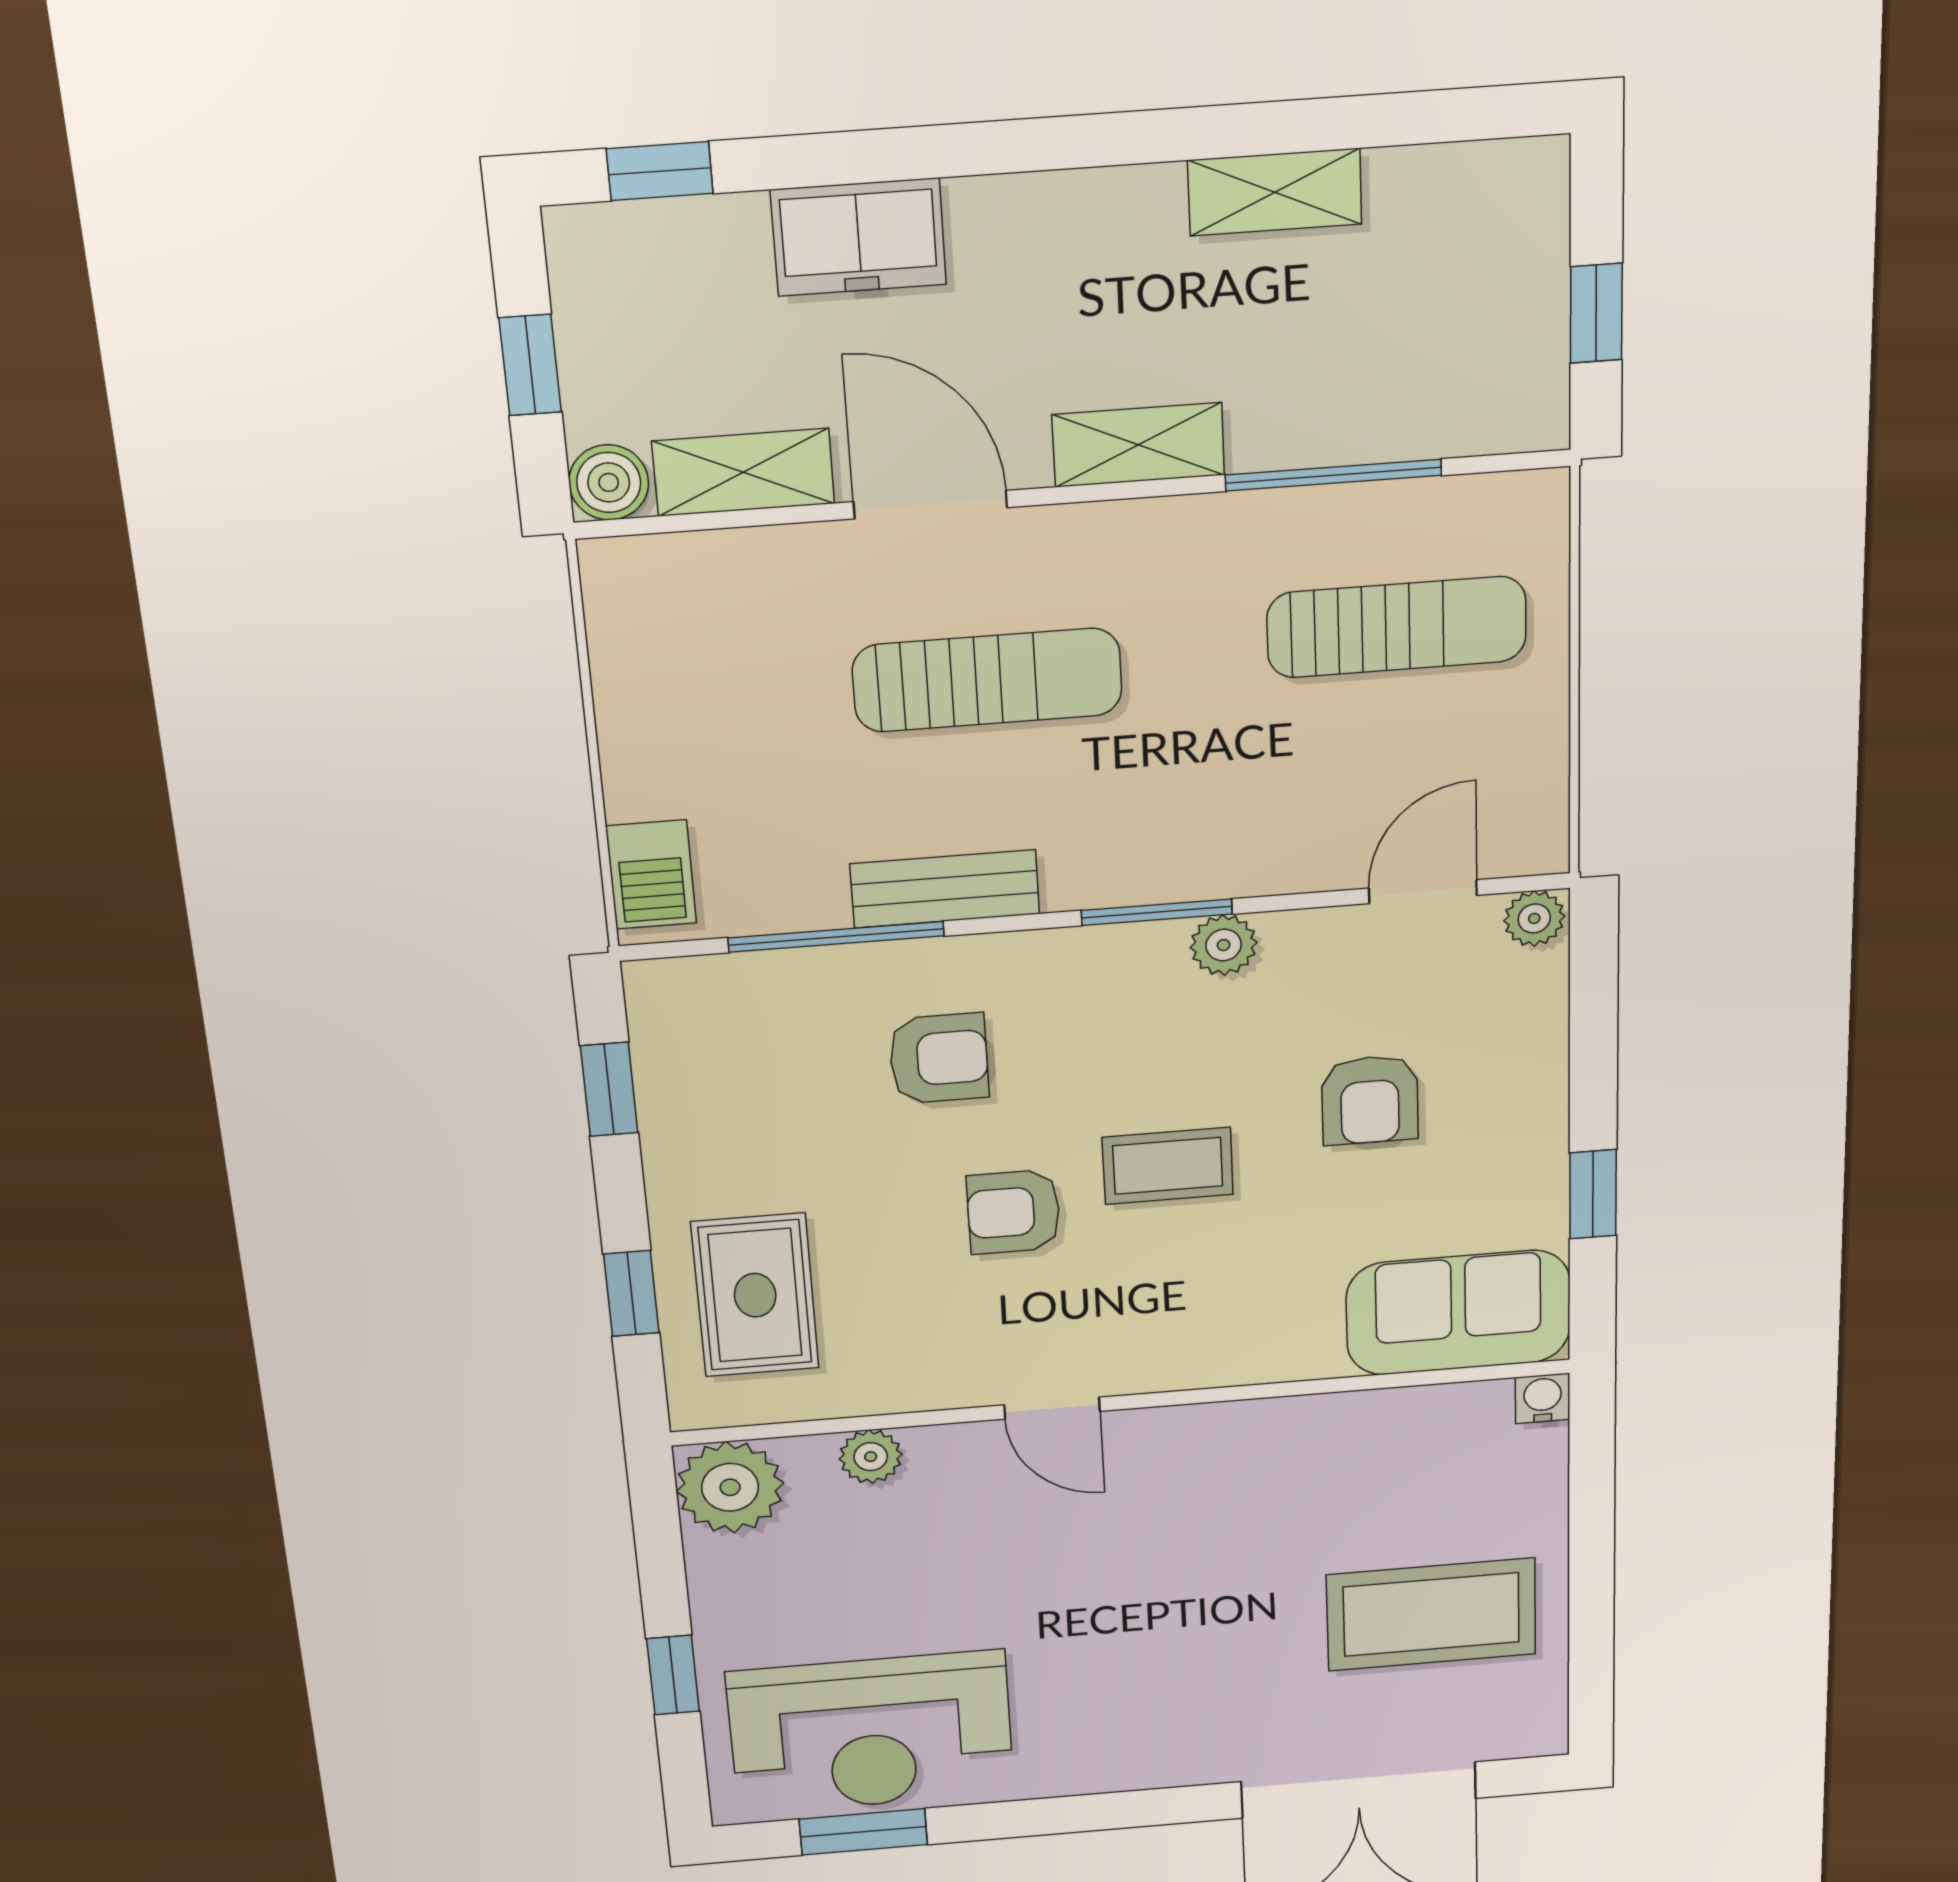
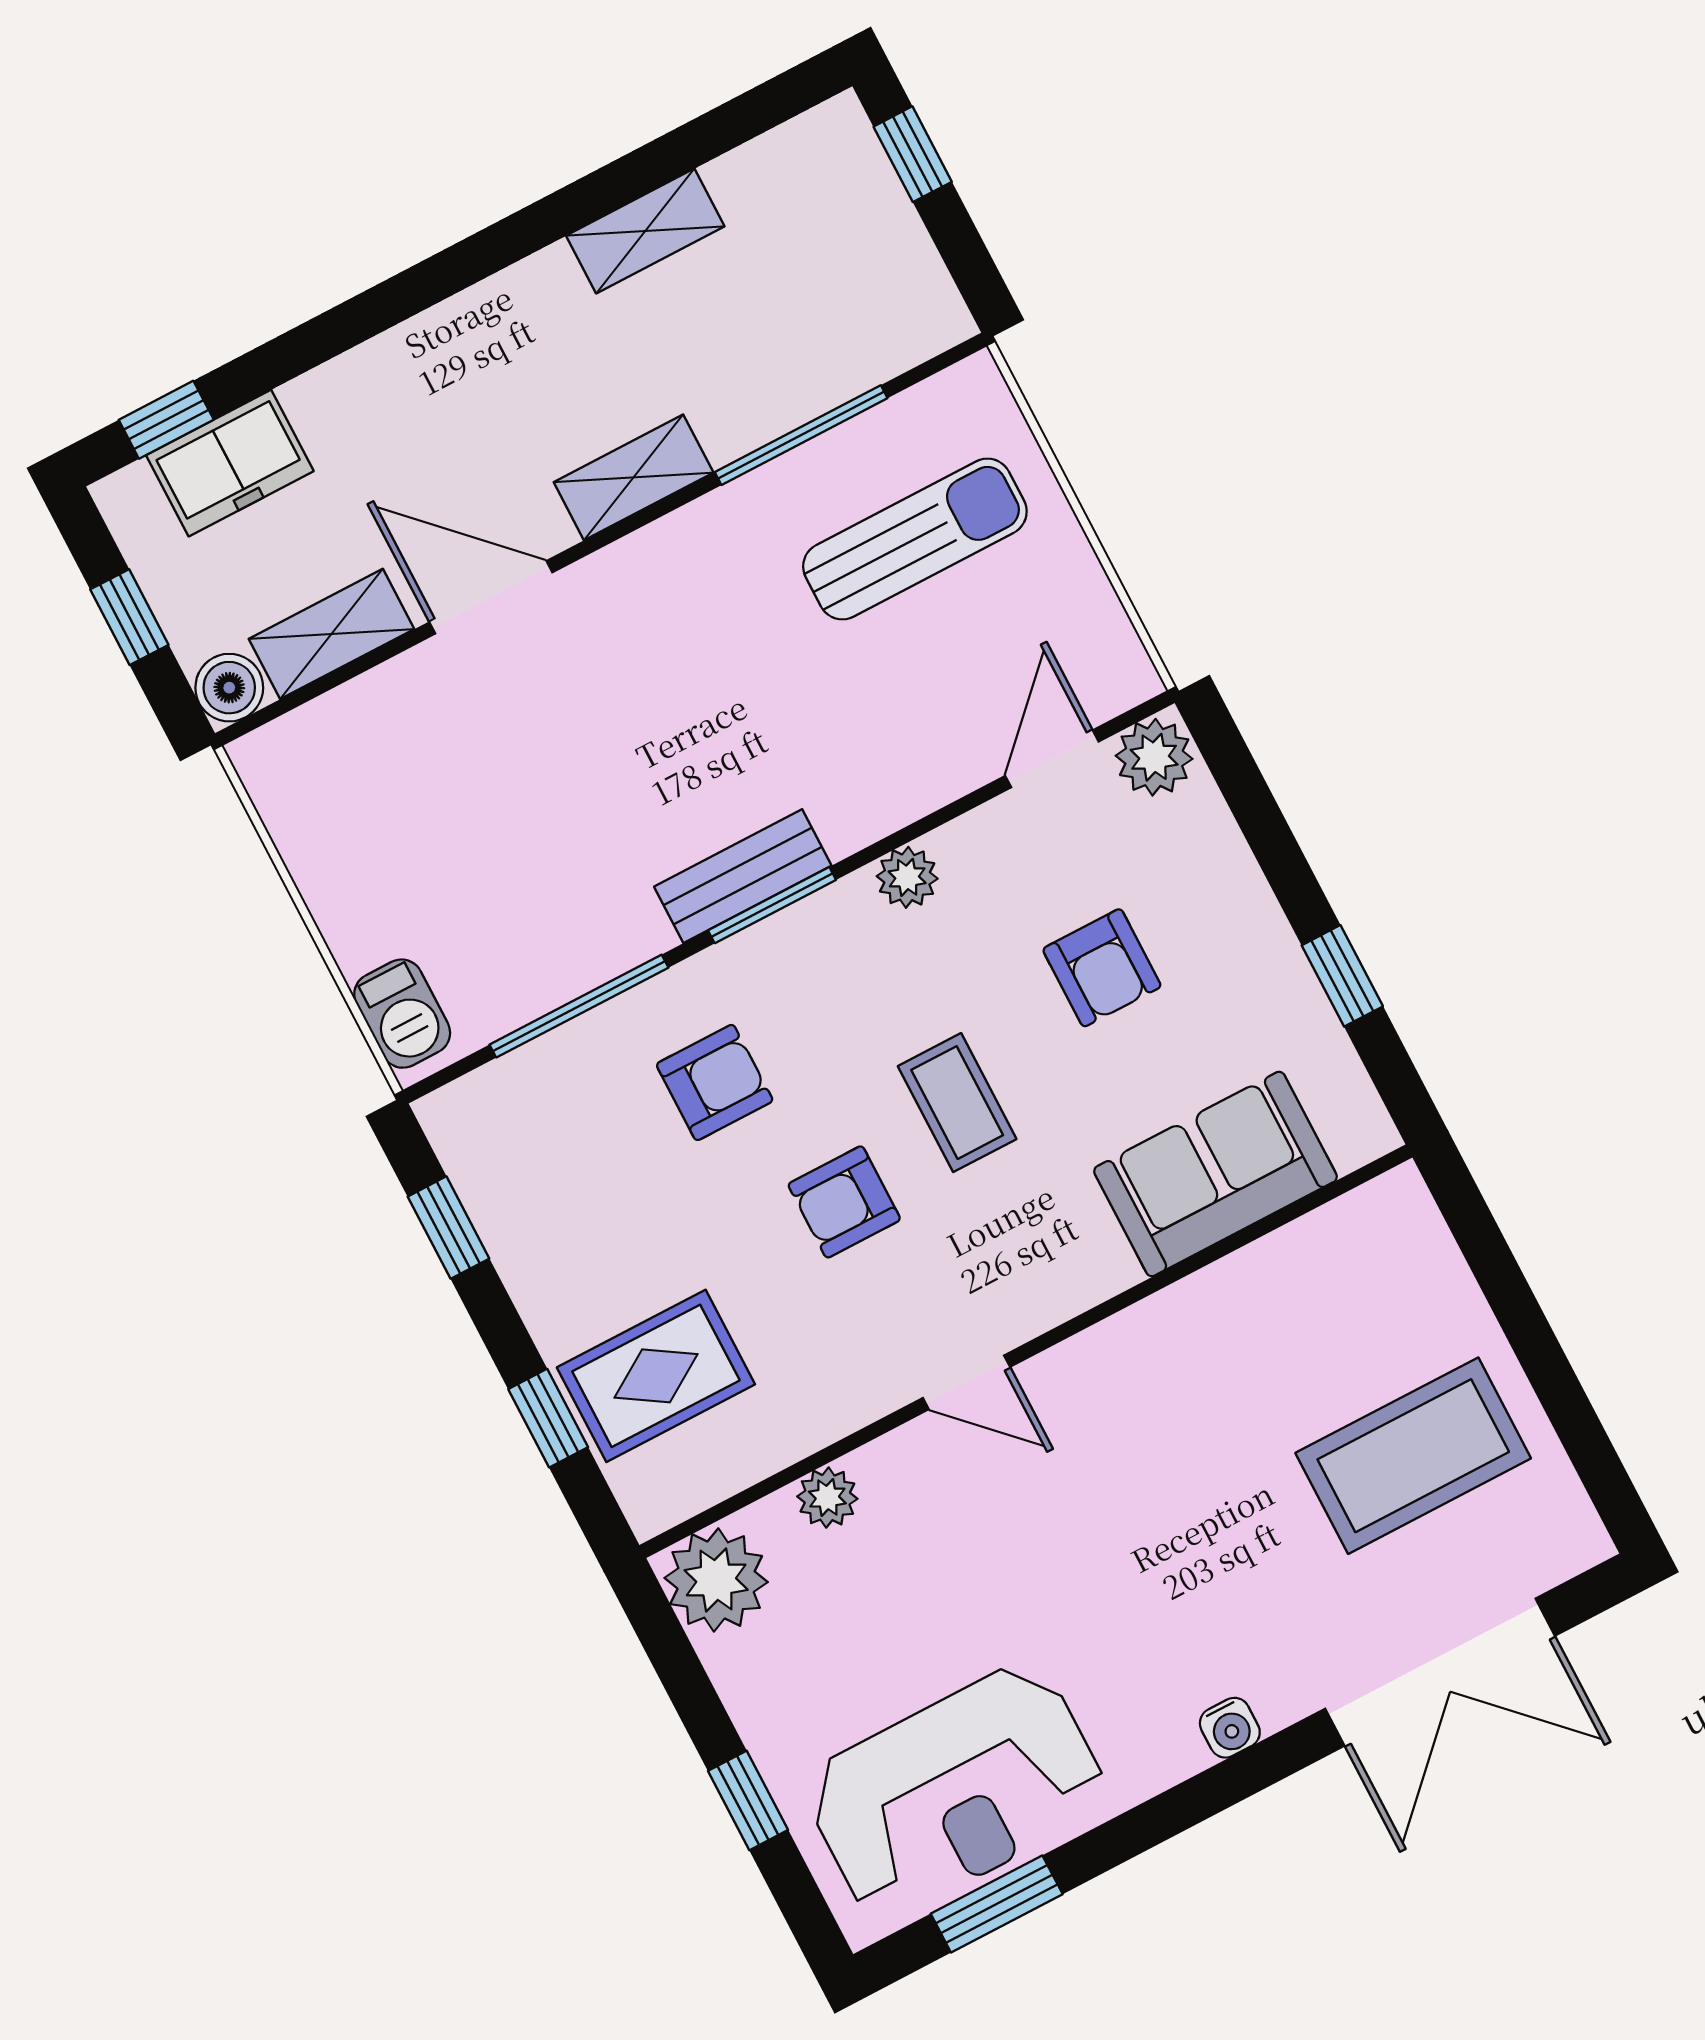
freezer: (859, 237) -> (230, 463), moved
window: (1596, 313) -> (913, 154), moved
sun lounger: (987, 680) -> (603, 726), removed
bench: (945, 889) -> (743, 876), moved
window: (1157, 912) -> (772, 905), moved
plant: (1534, 918) -> (1154, 757), width x1.38, depth x1.38
coffee table: (1168, 1166) -> (957, 1103), turned 90
rug: (755, 1295) -> (656, 1376), turned 90
sofa: (1458, 1313) -> (1216, 1174), moved
water cooler: (1543, 1398) -> (1230, 1728), moved, turned 180

